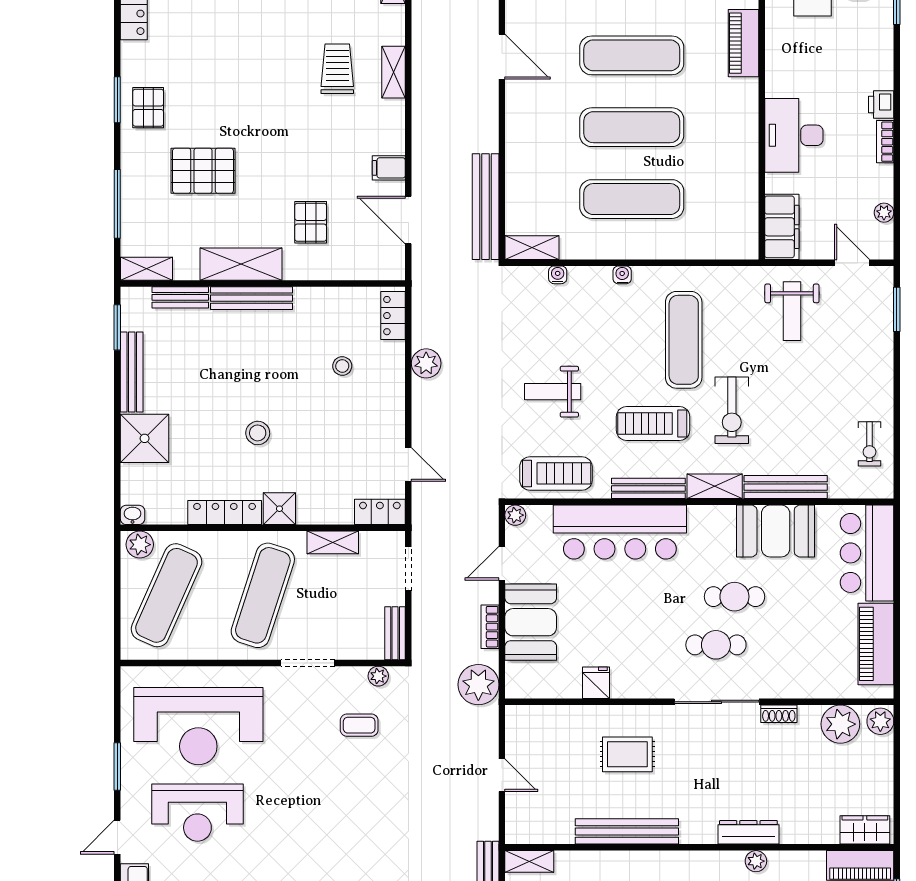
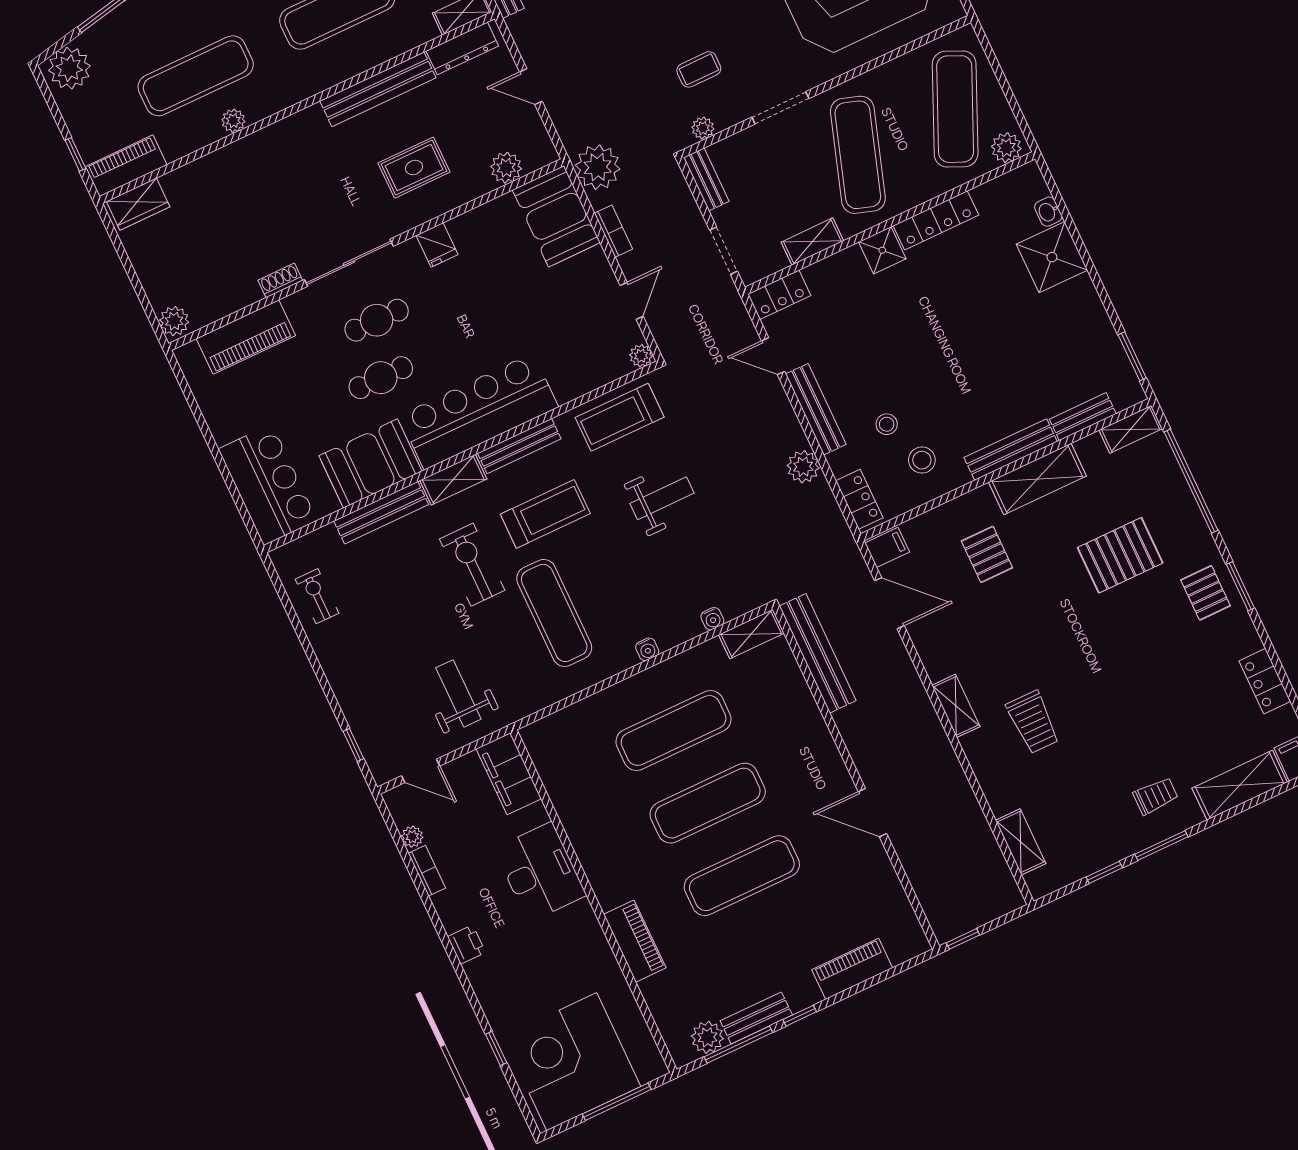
shelving: (394, 72) -> (956, 706), moved
bookcase: (885, 142) -> (427, 871), moved
filing cabinet: (389, 168) -> (887, 547), moved
window: (117, 204) -> (1191, 481), width x1.46
window: (897, 309) -> (353, 745), width x0.67
bench: (132, 372) -> (816, 409), moved
stool: (258, 433) -> (922, 460), moved
washbasin: (133, 515) -> (1048, 212), moved, turned 90
bar counter: (620, 532) -> (479, 411), moved
booth: (531, 622) -> (556, 216), moved
piano: (876, 644) -> (246, 337), moved, turned 90
fridge: (596, 683) -> (437, 245), moved
plant: (840, 724) -> (506, 168), moved, width x0.73, depth x0.73
dresser: (748, 832) -> (462, 48), moved

